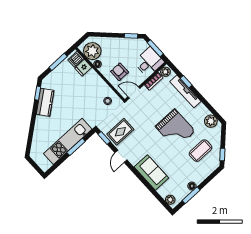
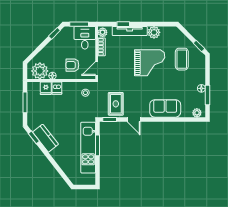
dishwasher: (76, 59) -> (57, 88), moved
plant: (211, 121) -> (154, 32), moved

